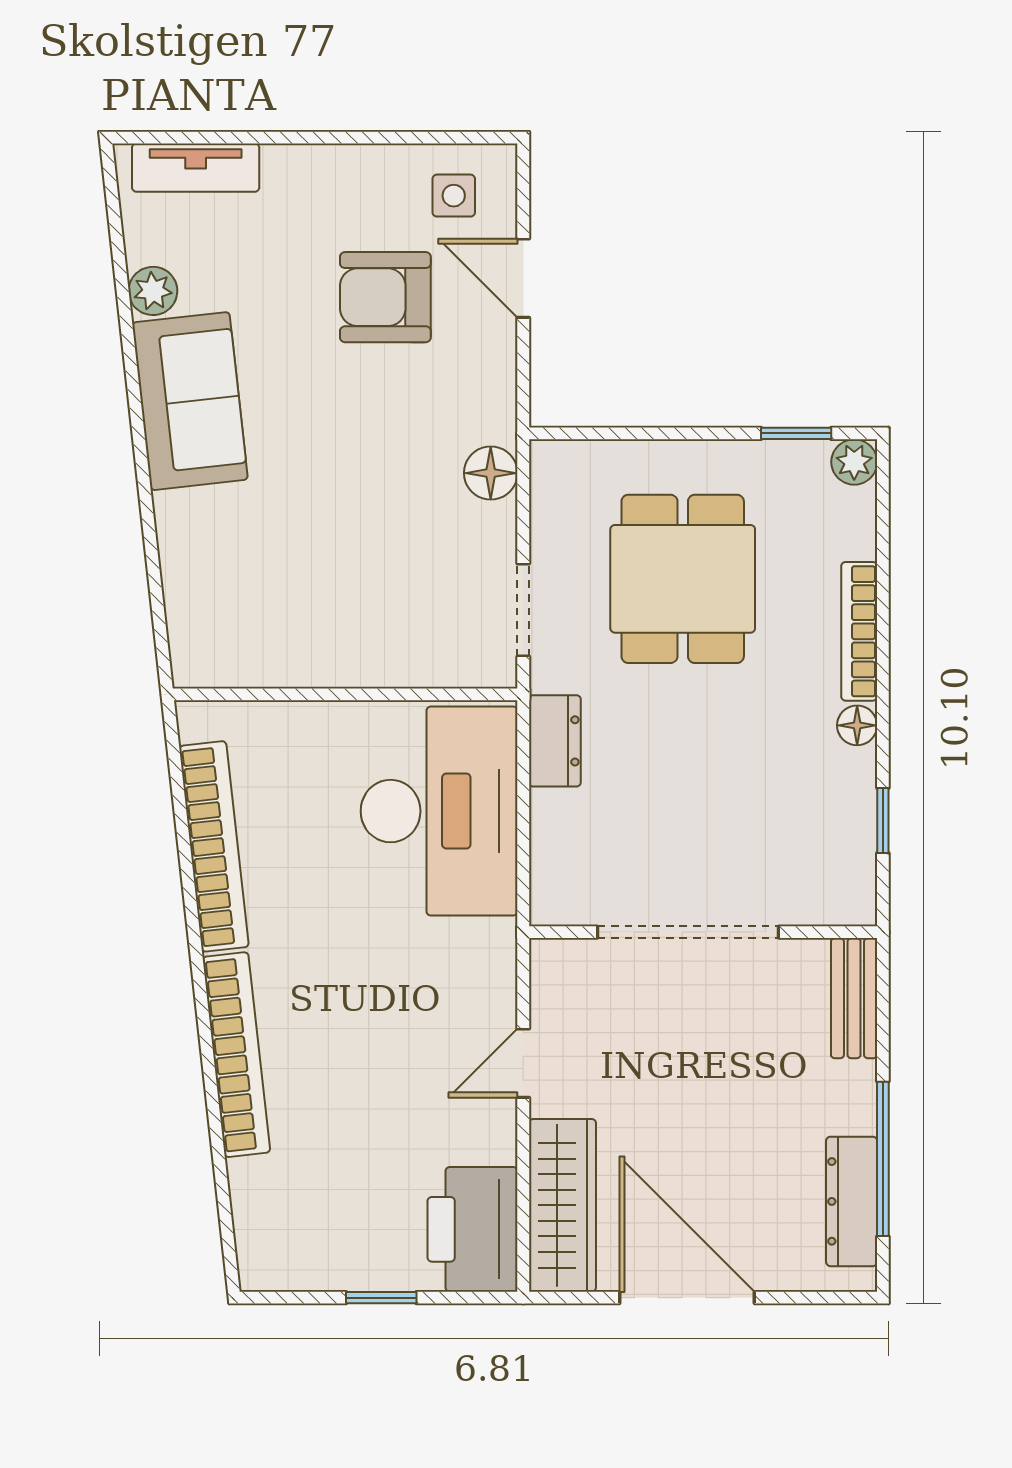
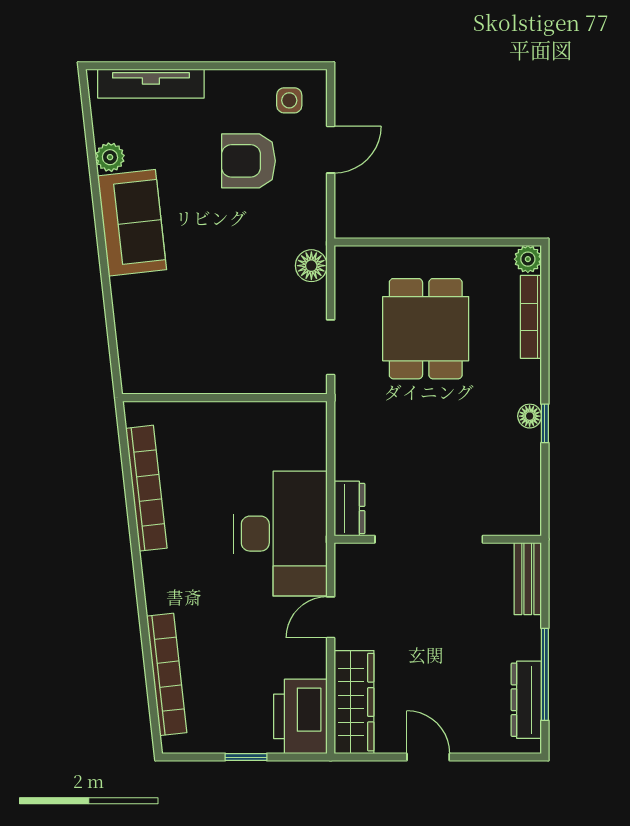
tv unit: (196, 168) -> (151, 84), width x1.41
door: (523, 278) -> (331, 150), swing flipped
window: (796, 433) -> (493, 242), removed
bookcase: (859, 631) -> (531, 317), moved
dresser: (555, 741) -> (349, 509), moved
desk: (439, 811) -> (281, 534), moved
window: (883, 821) -> (545, 423), moved
bookcase: (236, 1055) -> (167, 674), moved
door: (687, 1298) -> (428, 757), width x0.53

